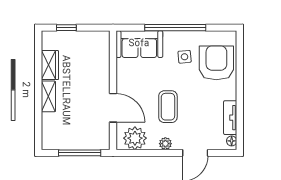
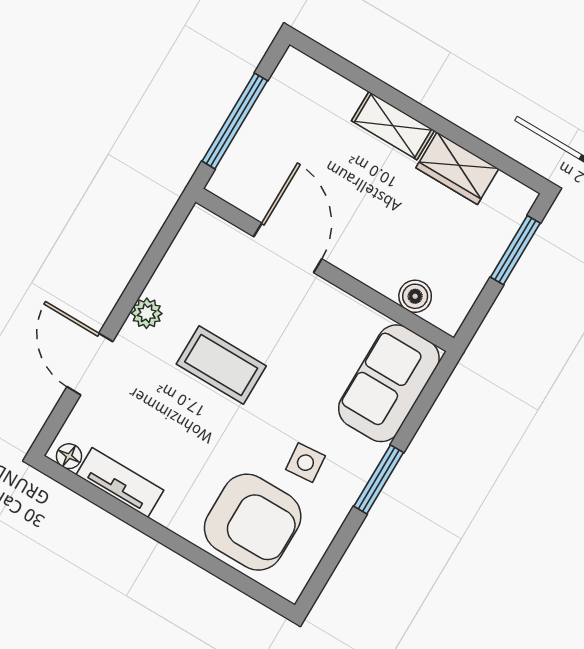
window: (66, 28) -> (515, 250), width x1.50
window: (175, 28) -> (379, 479), width x0.47
boiler: (103, 53) -> (415, 296), added
door: (113, 108) -> (288, 248), swing flipped
plant: (135, 138) -> (196, 256), removed

